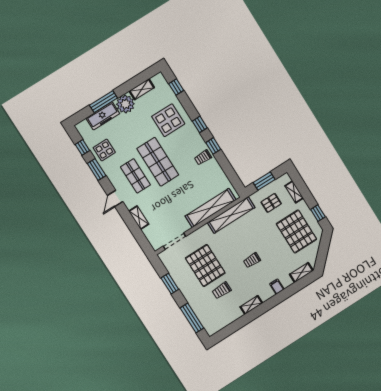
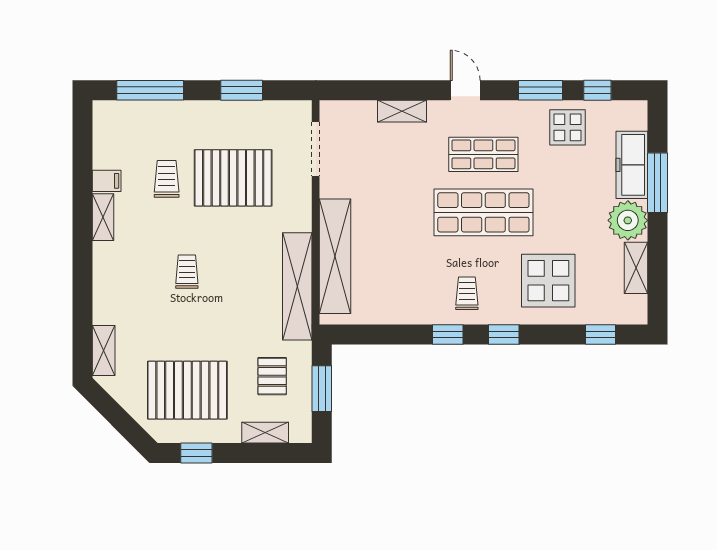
trolley: (203, 157) -> (467, 293), moved
filing cabinet: (277, 287) -> (107, 181), moved

